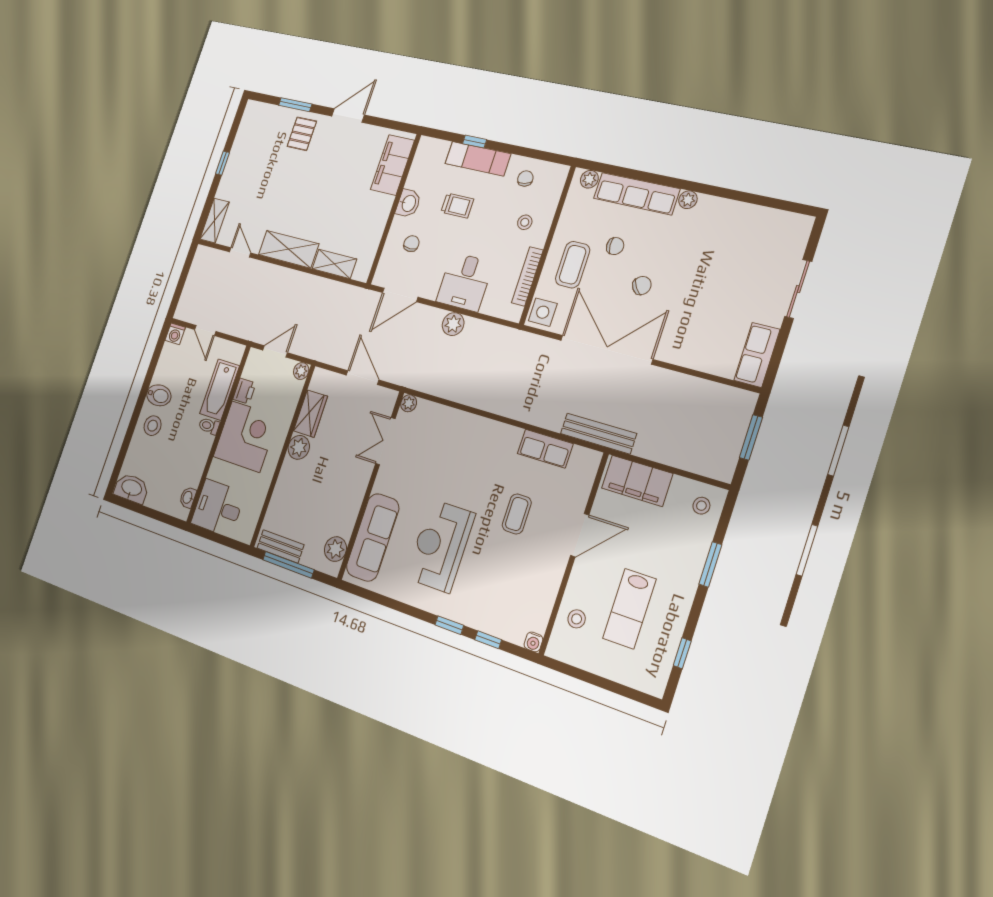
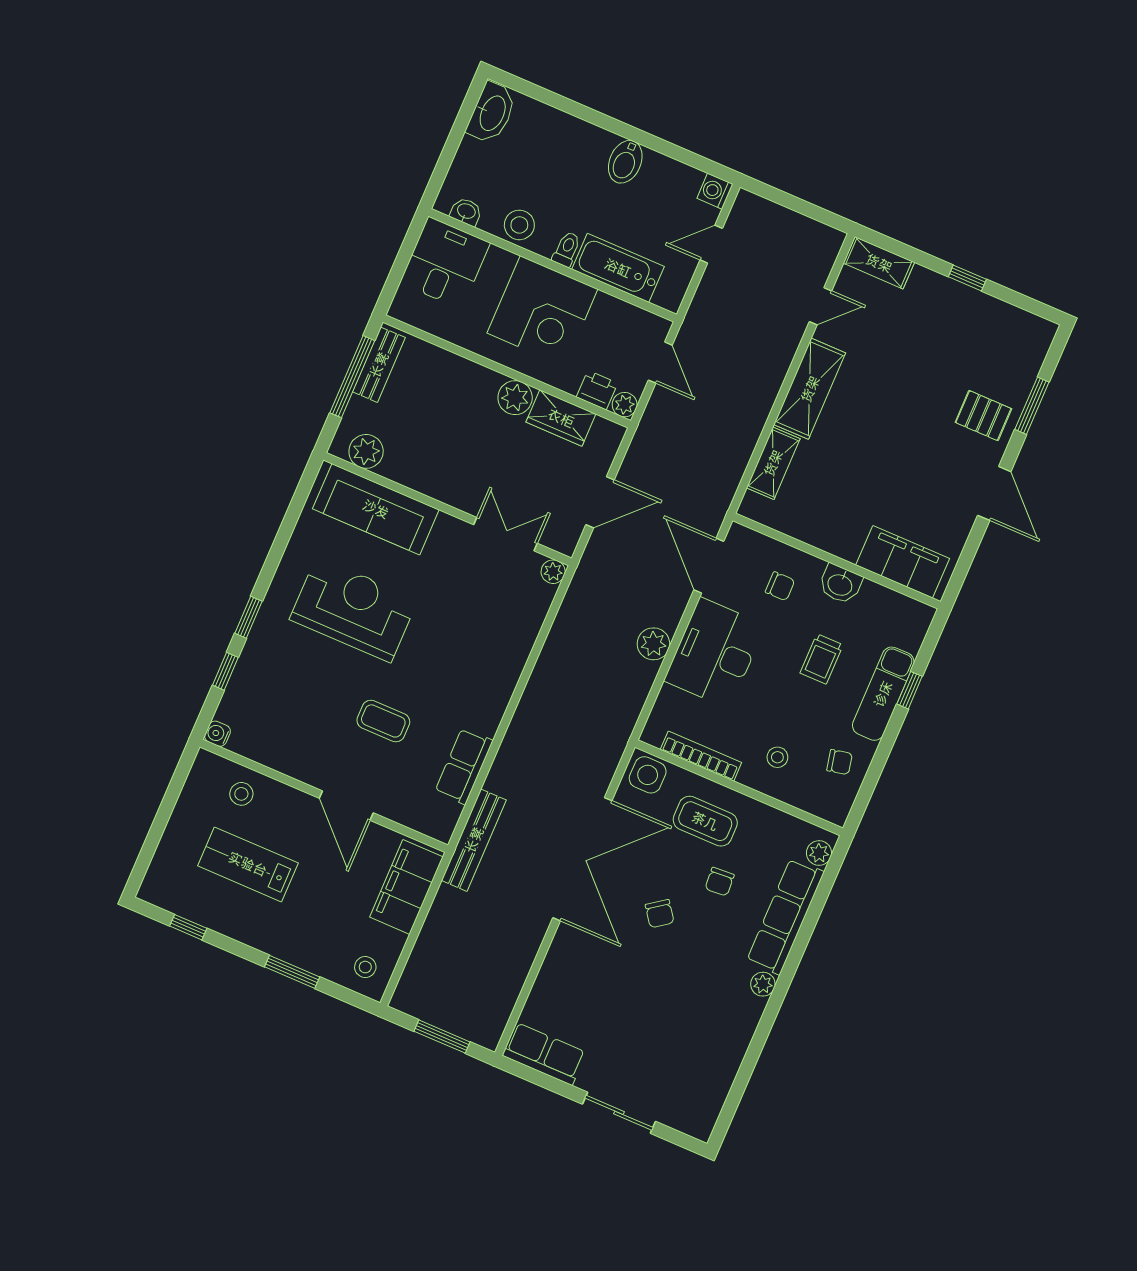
desk: (465, 282) -> (715, 653), width x1.37
printer: (244, 391) -> (597, 390), moved, turned 180
stool: (153, 426) -> (519, 225), moved

